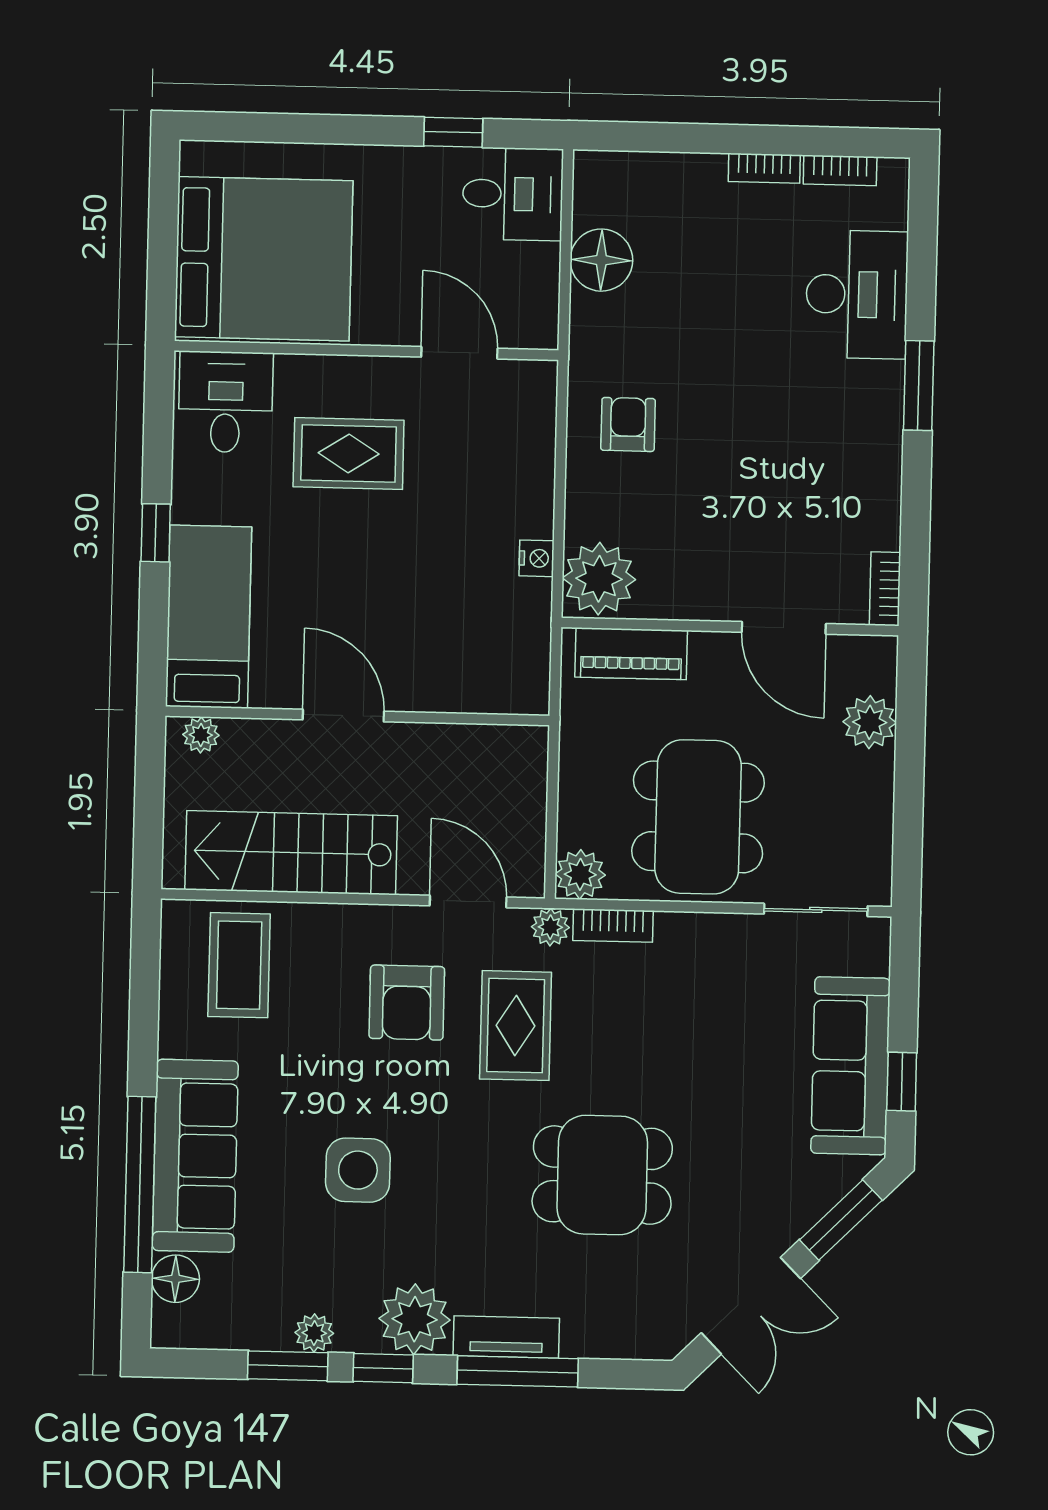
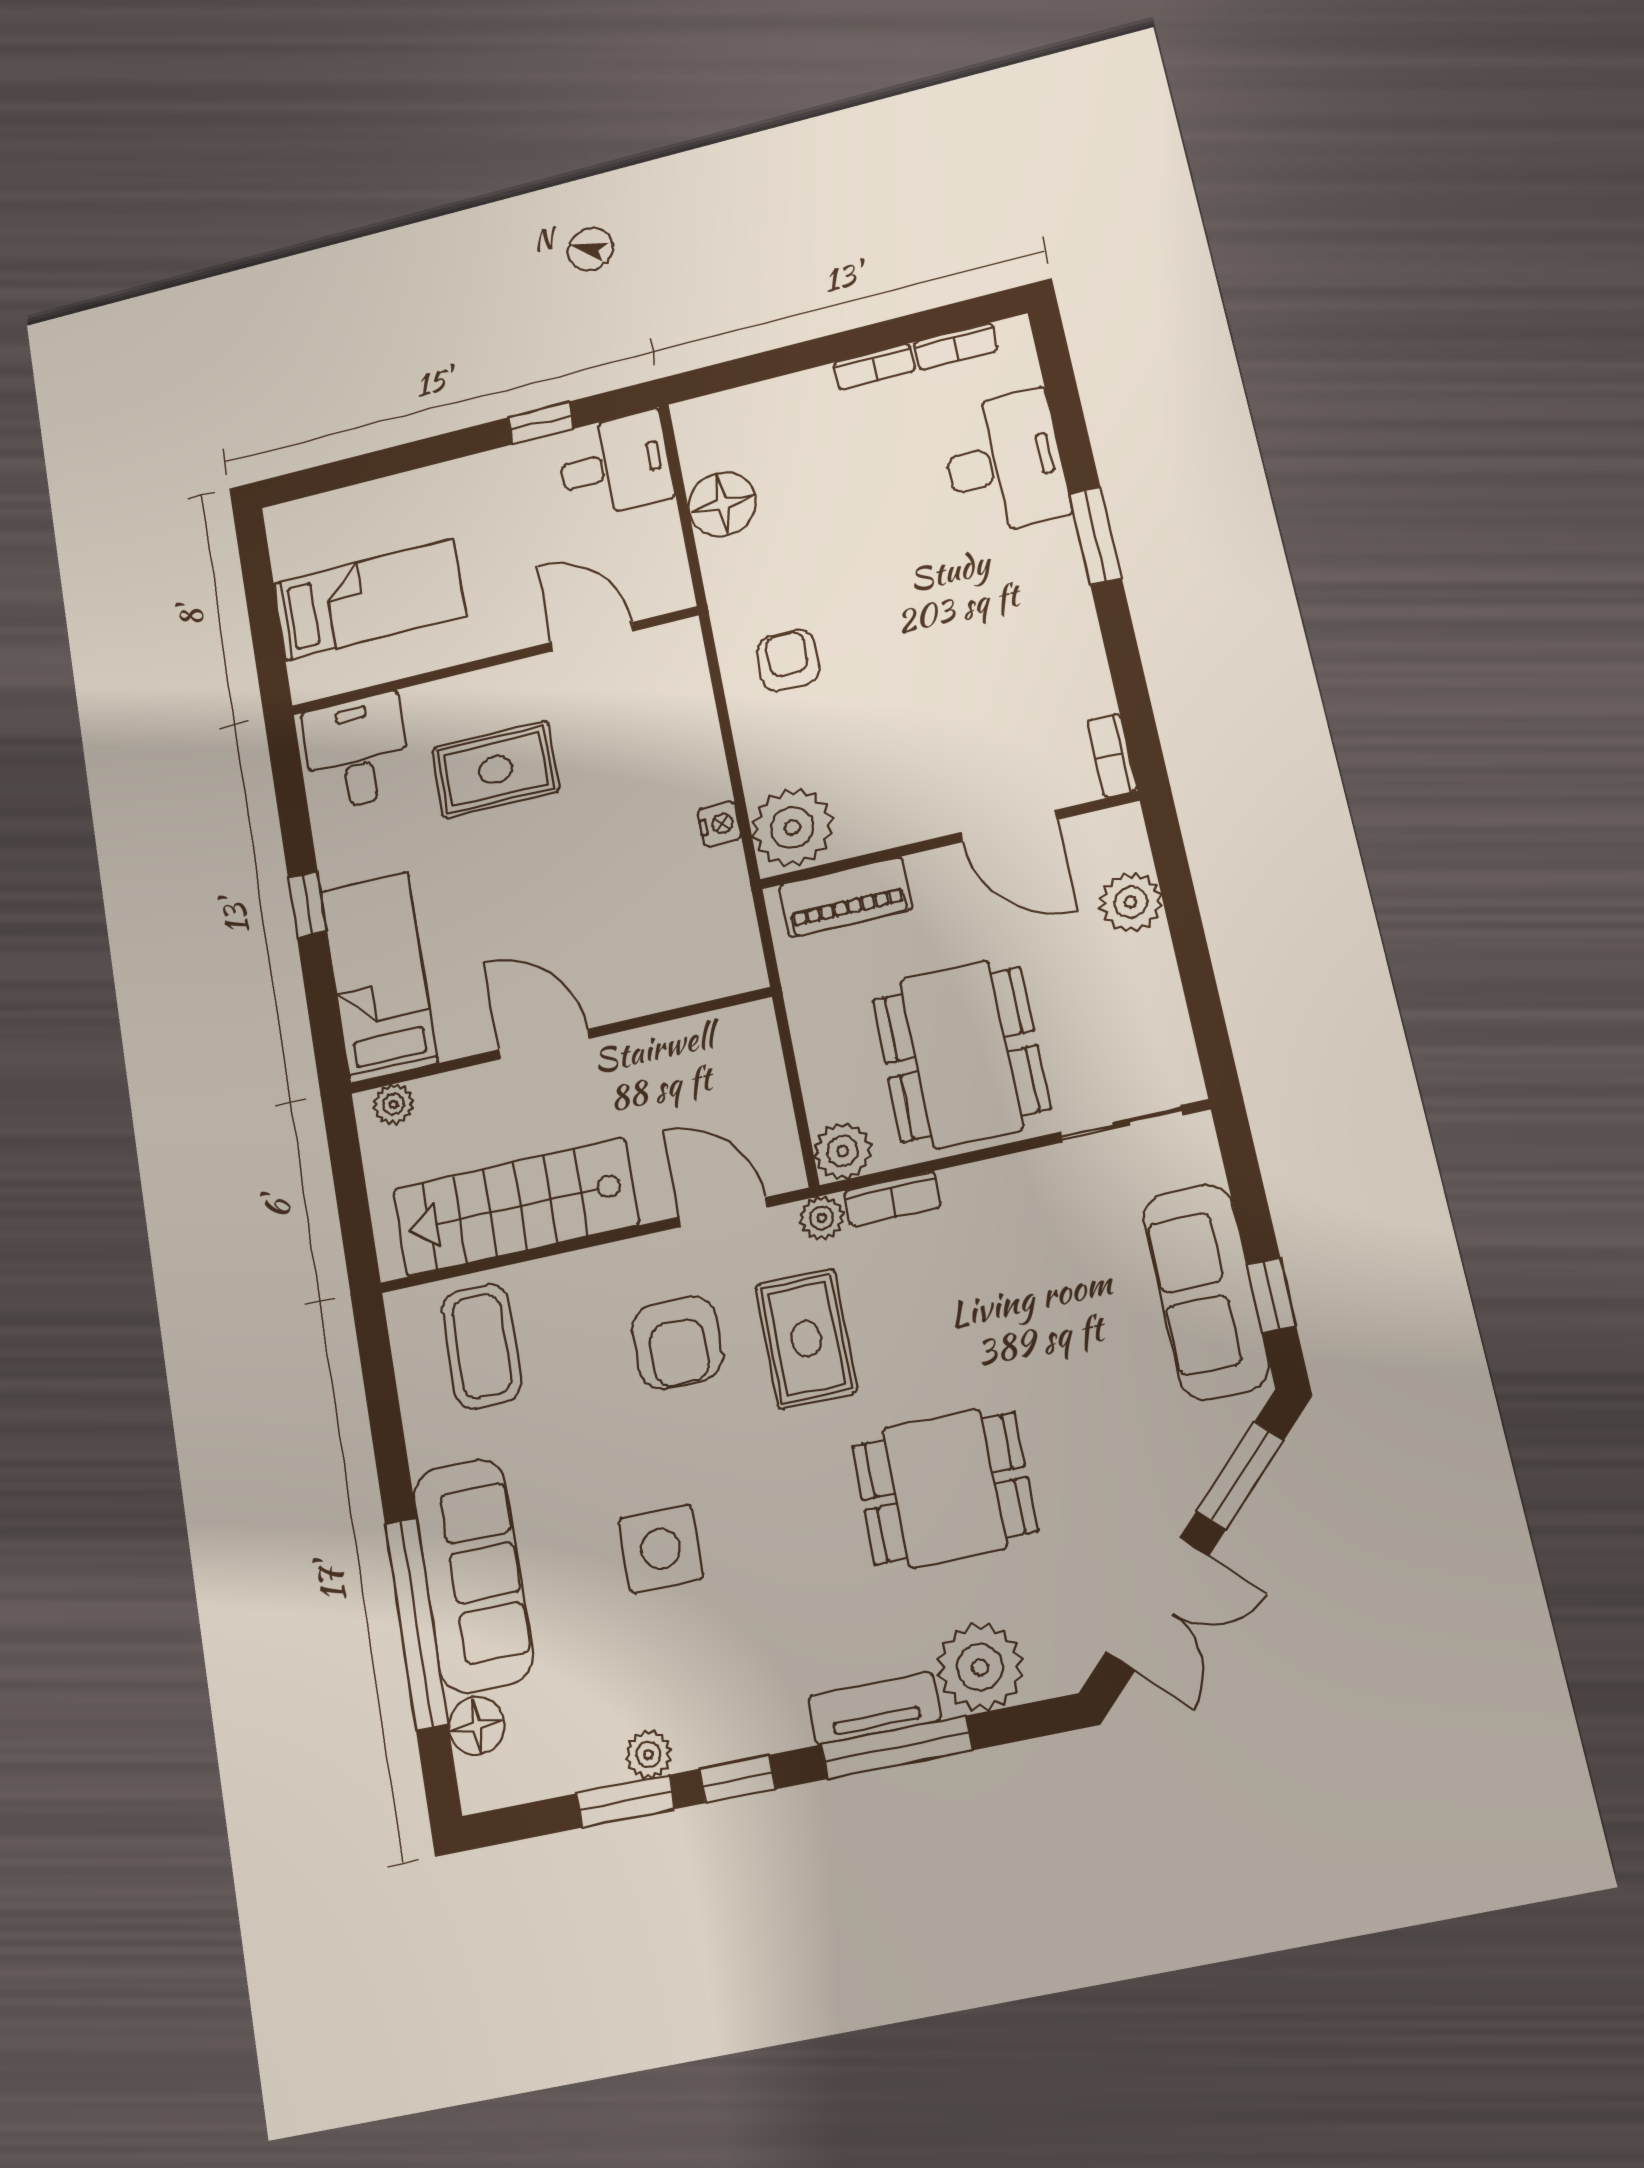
bed: (264, 259) -> (369, 600), width x0.49
plant: (415, 1319) -> (980, 1667), moved

